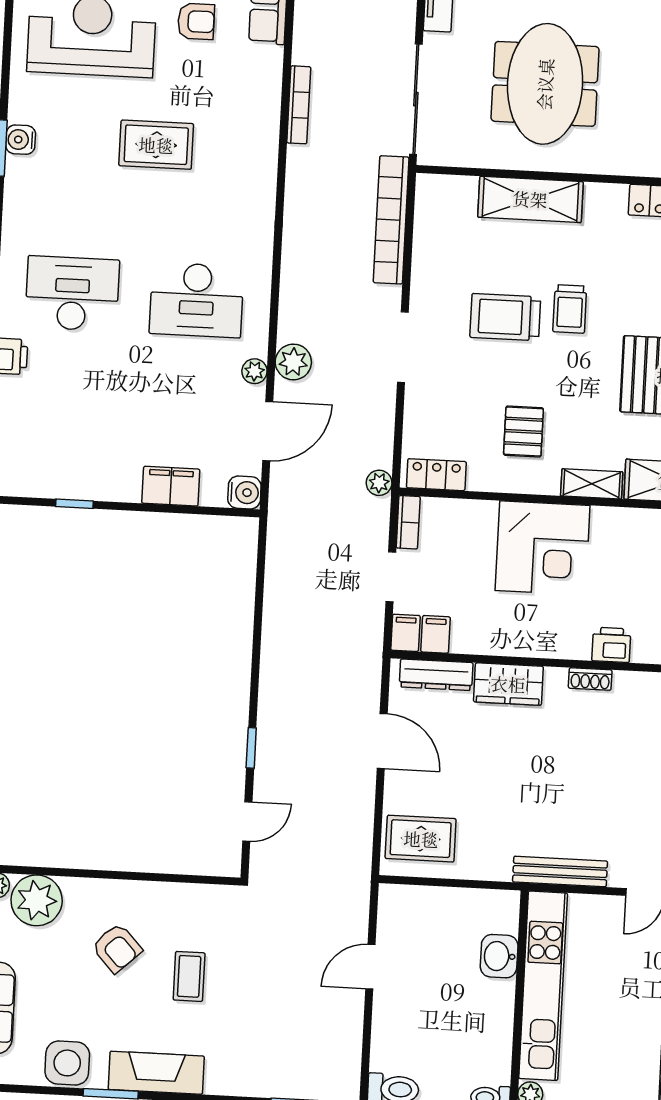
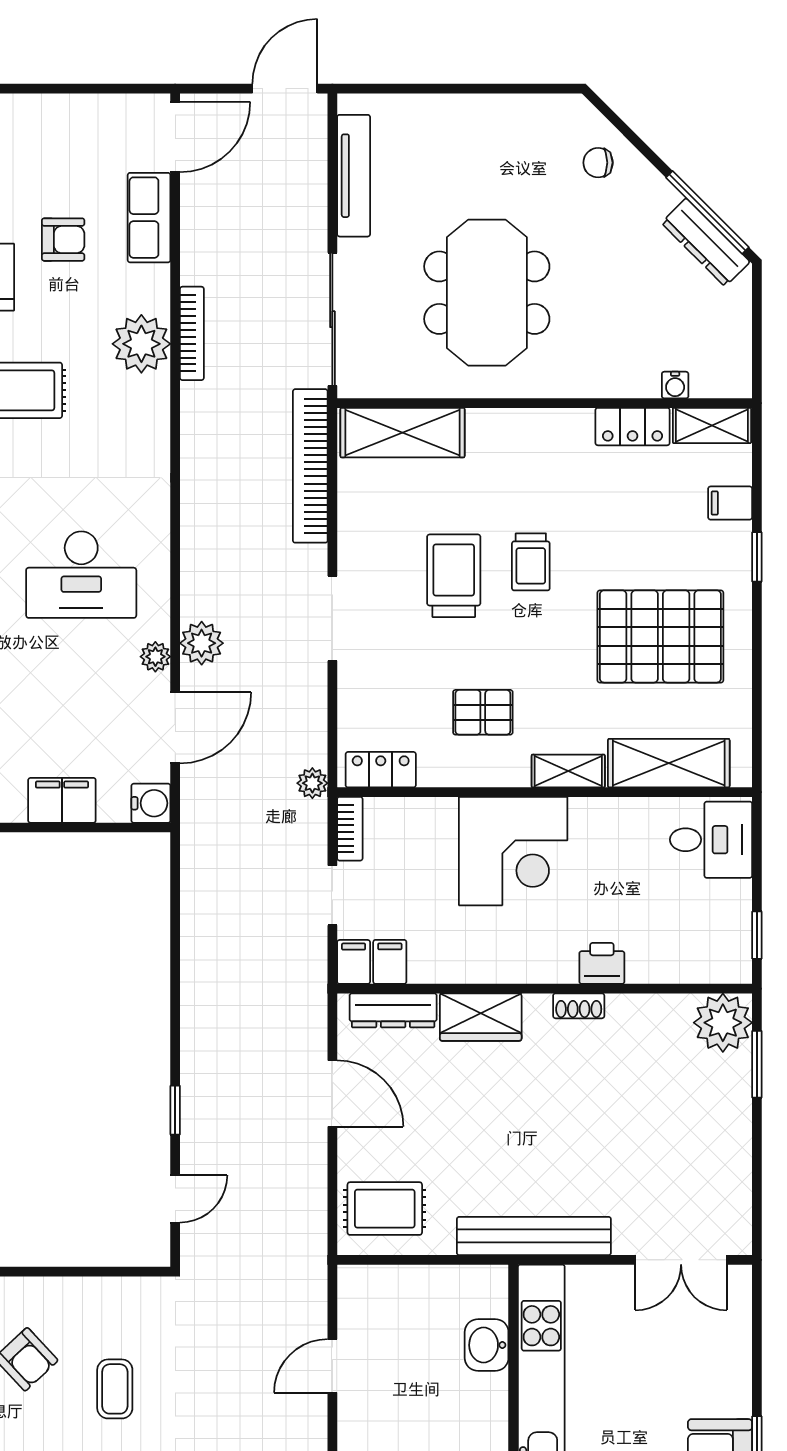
plant: (256, 111) -> (141, 344), added
shelving: (530, 199) -> (402, 433), moved
trolley: (505, 317) -> (454, 576), turned 90
pallet: (523, 431) -> (483, 712), turned 90
bench: (560, 872) -> (534, 1236), width x1.37, depth x1.21

